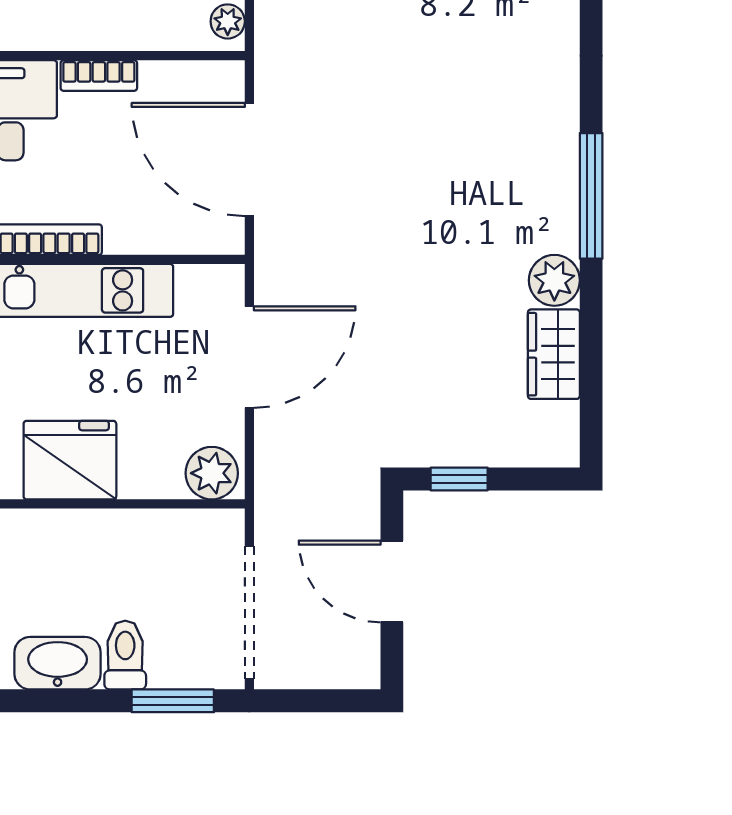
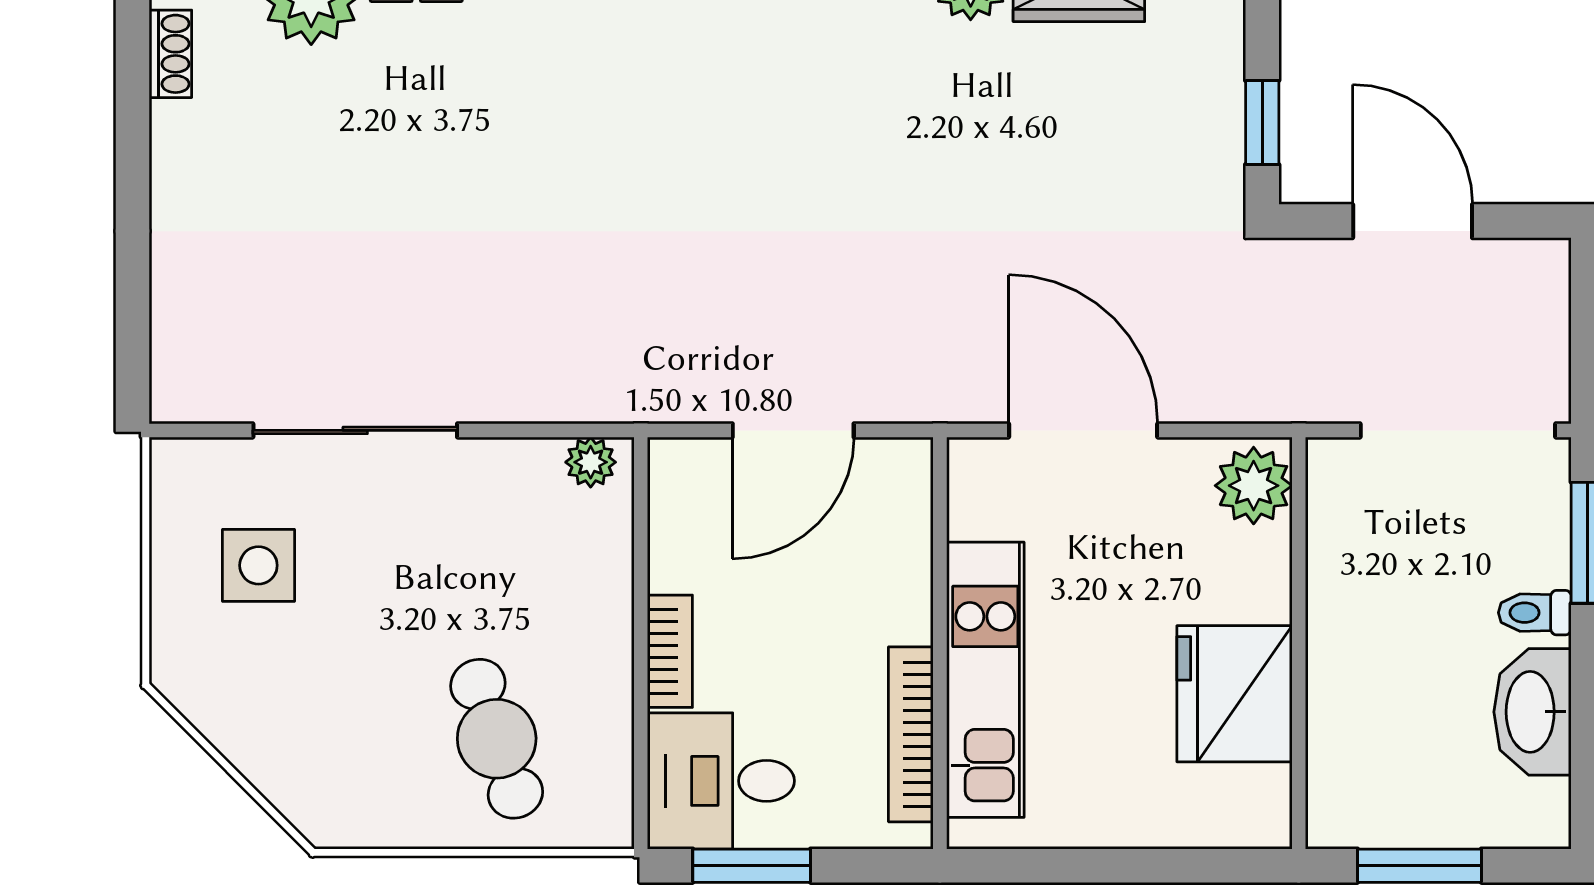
door: (249, 159) -> (793, 430), width x0.73
door: (392, 581) -> (1413, 221), swing flipped
toilet: (125, 655) -> (1535, 613), width x0.73, depth x0.72

